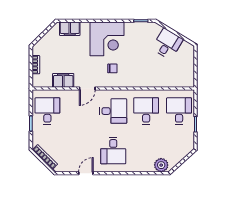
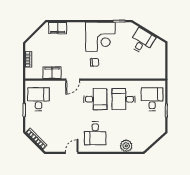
corner desk: (107, 39) -> (100, 37), moved
desk: (146, 111) -> (124, 99), turned -90
plant: (161, 165) -> (126, 146), moved

